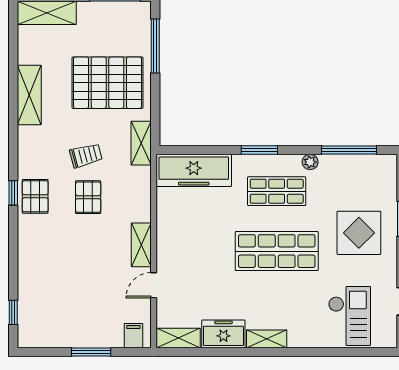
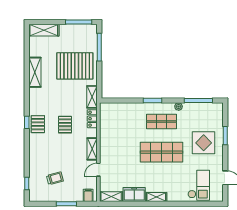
trolley: (86, 155) -> (55, 178), moved
freezer: (194, 170) -> (119, 111), removed
locker: (142, 186) -> (92, 119), added

